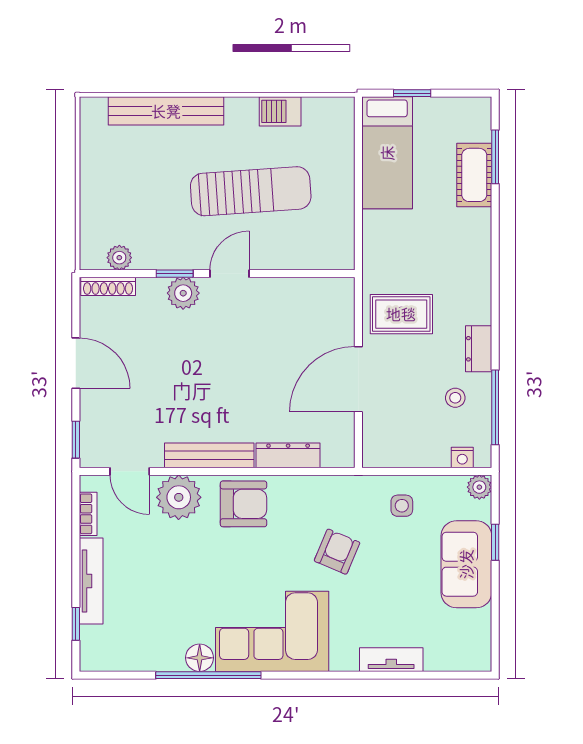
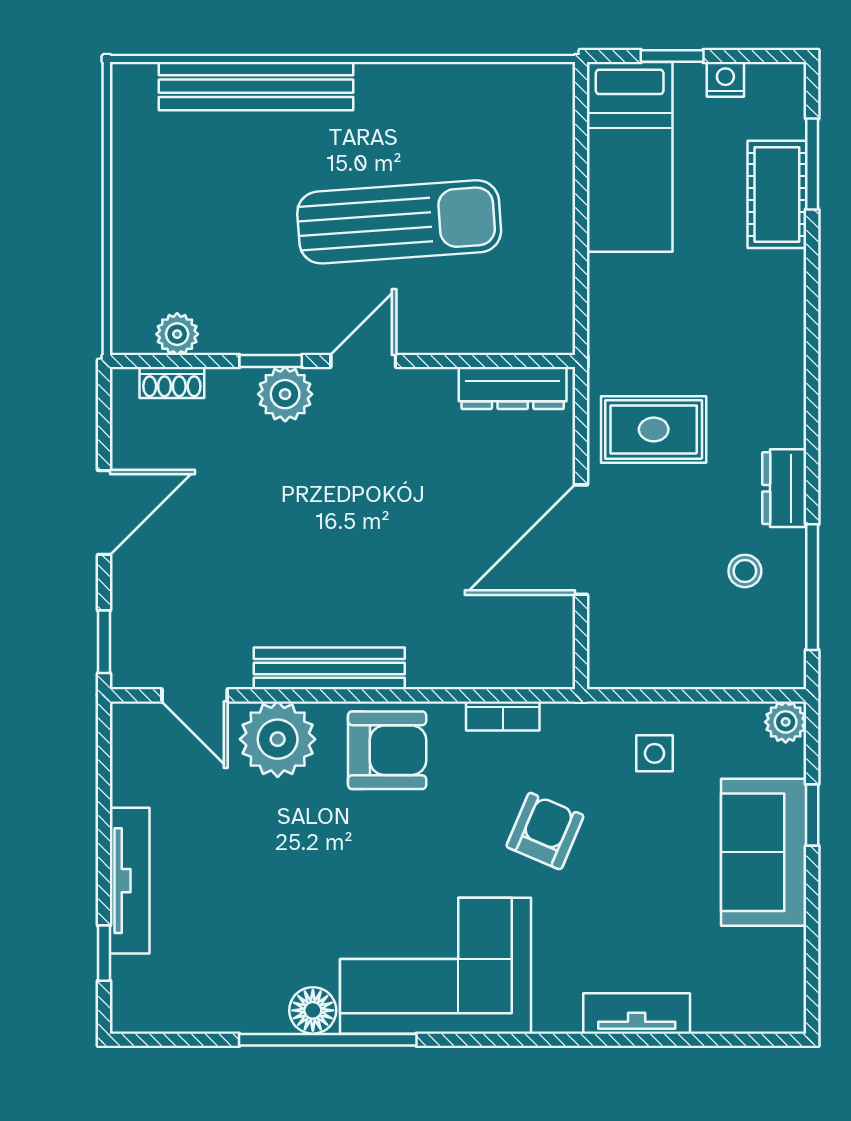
barbecue: (280, 111) -> (449, 87), removed
shoe rack: (108, 286) -> (172, 383), width x0.70
door: (76, 363) -> (104, 512), hinge flipped
dresser: (288, 455) -> (513, 388), moved, turned 180
nightstand: (462, 458) -> (725, 79), moved, turned 180
bookcase: (88, 514) -> (503, 716), moved, turned 90

